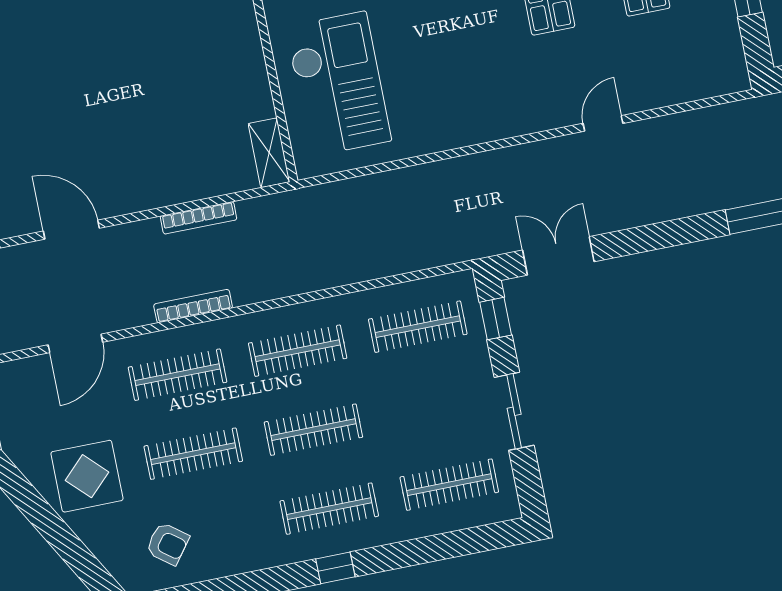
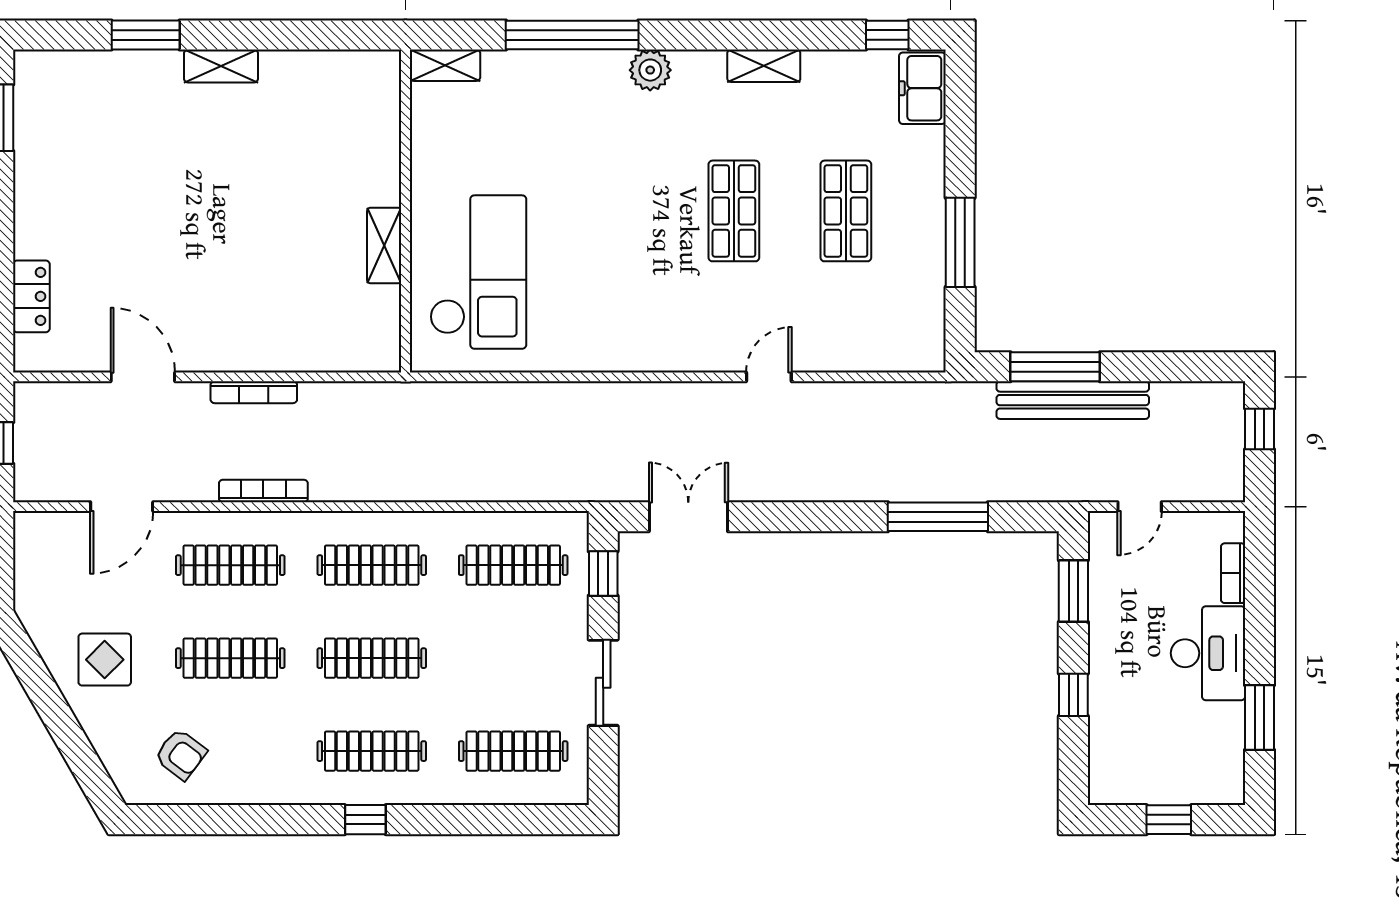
shelving: (269, 153) -> (384, 245), moved
bookcase: (199, 218) -> (254, 392), moved
display table: (87, 476) -> (105, 660), width x0.73, depth x0.73

